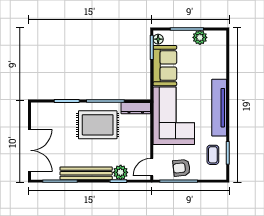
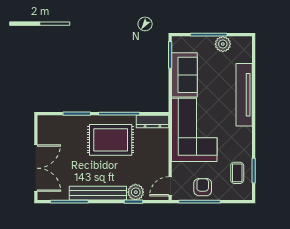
floor lamp: (158, 39) -> (177, 46), removed
tv unit: (219, 108) -> (244, 95), moved
armchair: (182, 168) -> (203, 187), turned 96

